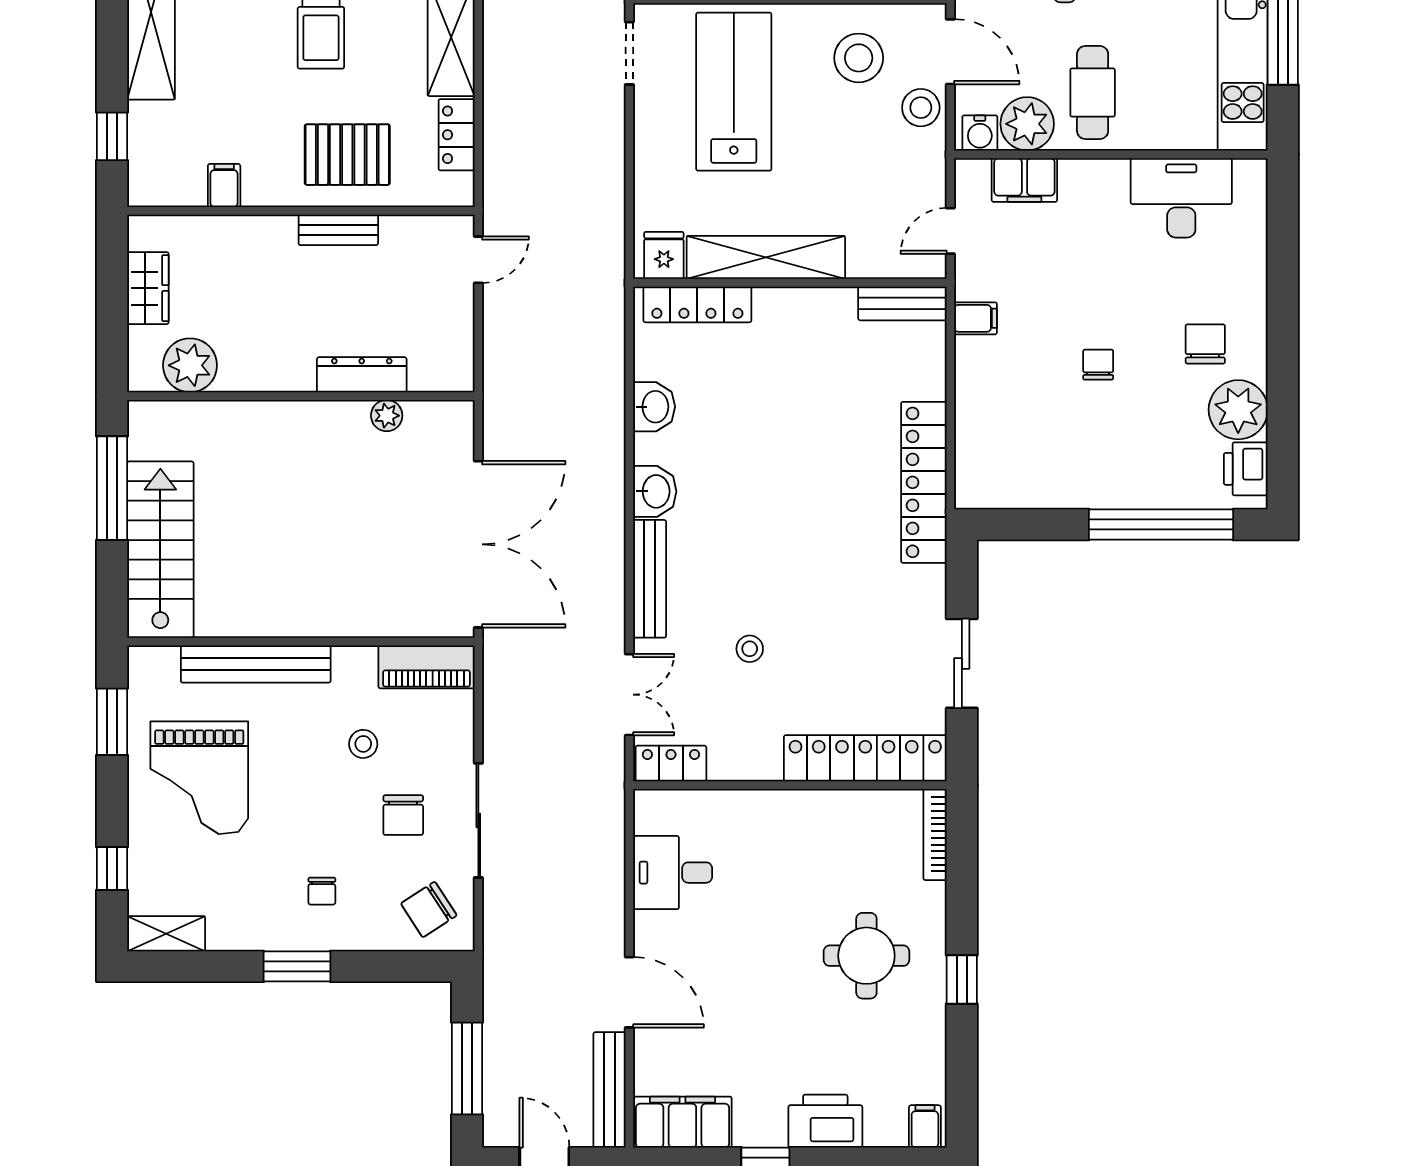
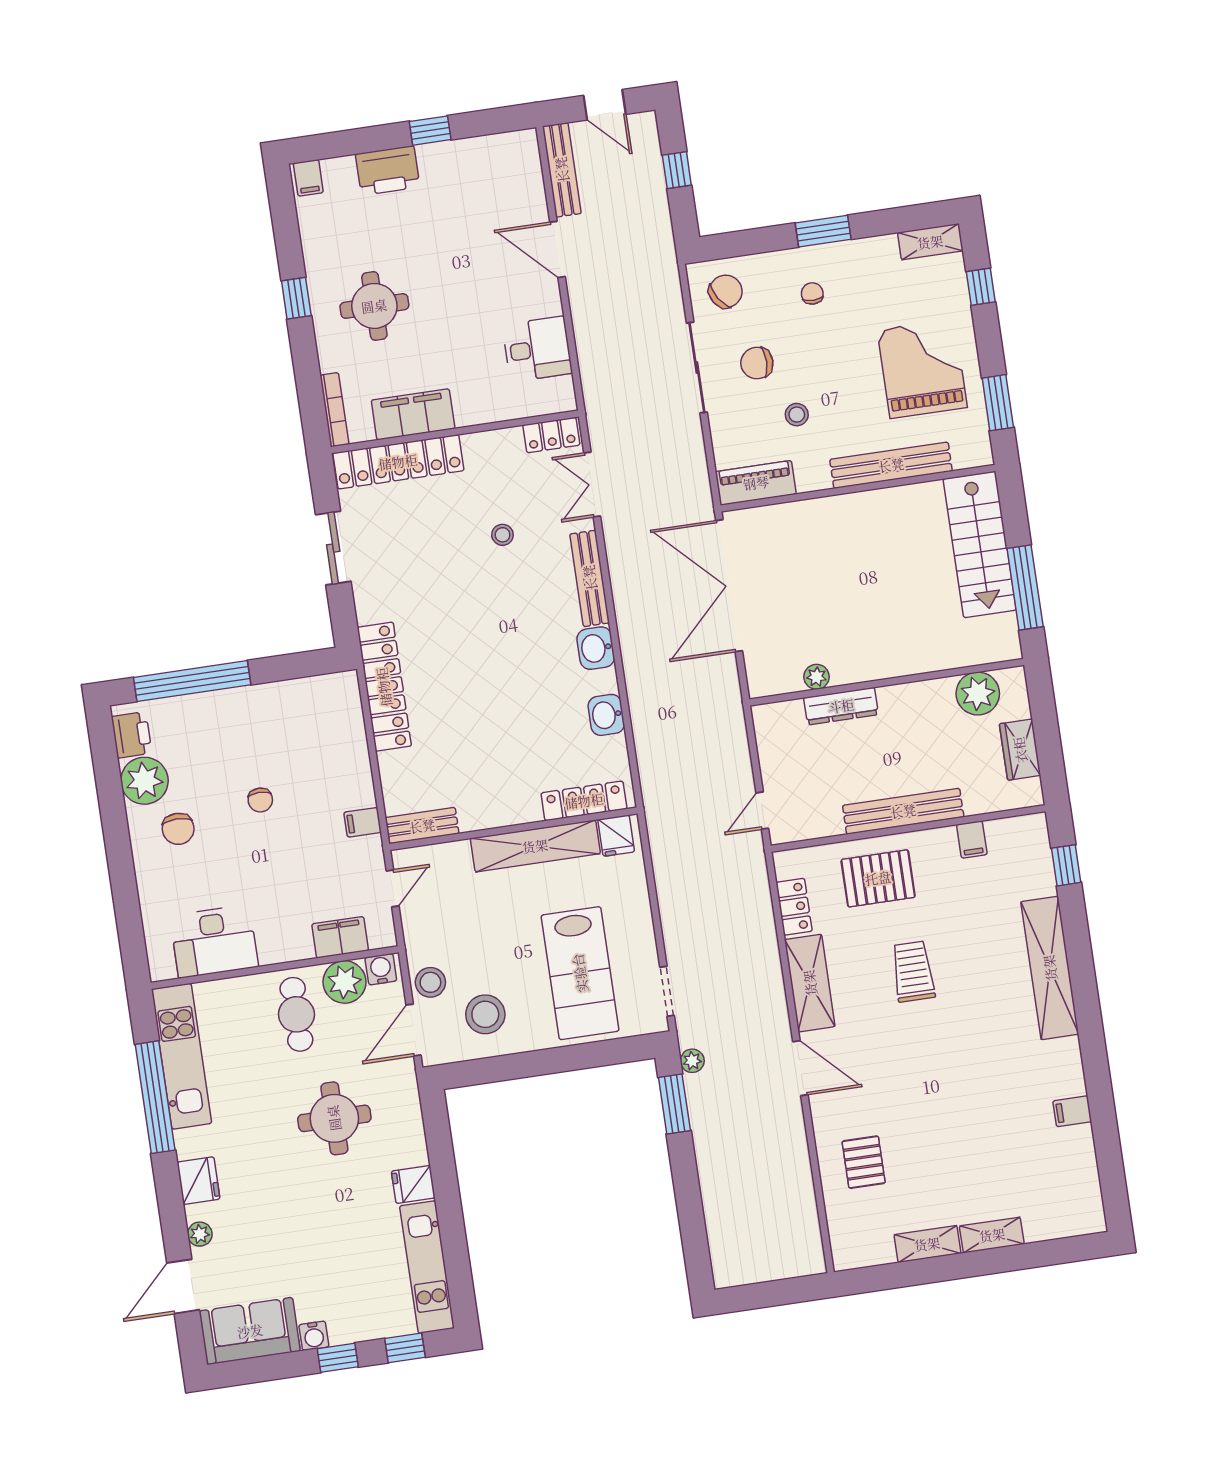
door: (950, 52) -> (414, 1030), hinge flipped
bench: (338, 230) -> (903, 811), width x1.86, depth x1.21
chair: (403, 815) -> (757, 363), turned -90
window: (467, 1069) -> (677, 170), width x0.46
filing cabinet: (682, 1122) -> (413, 414), moved, turned 180

